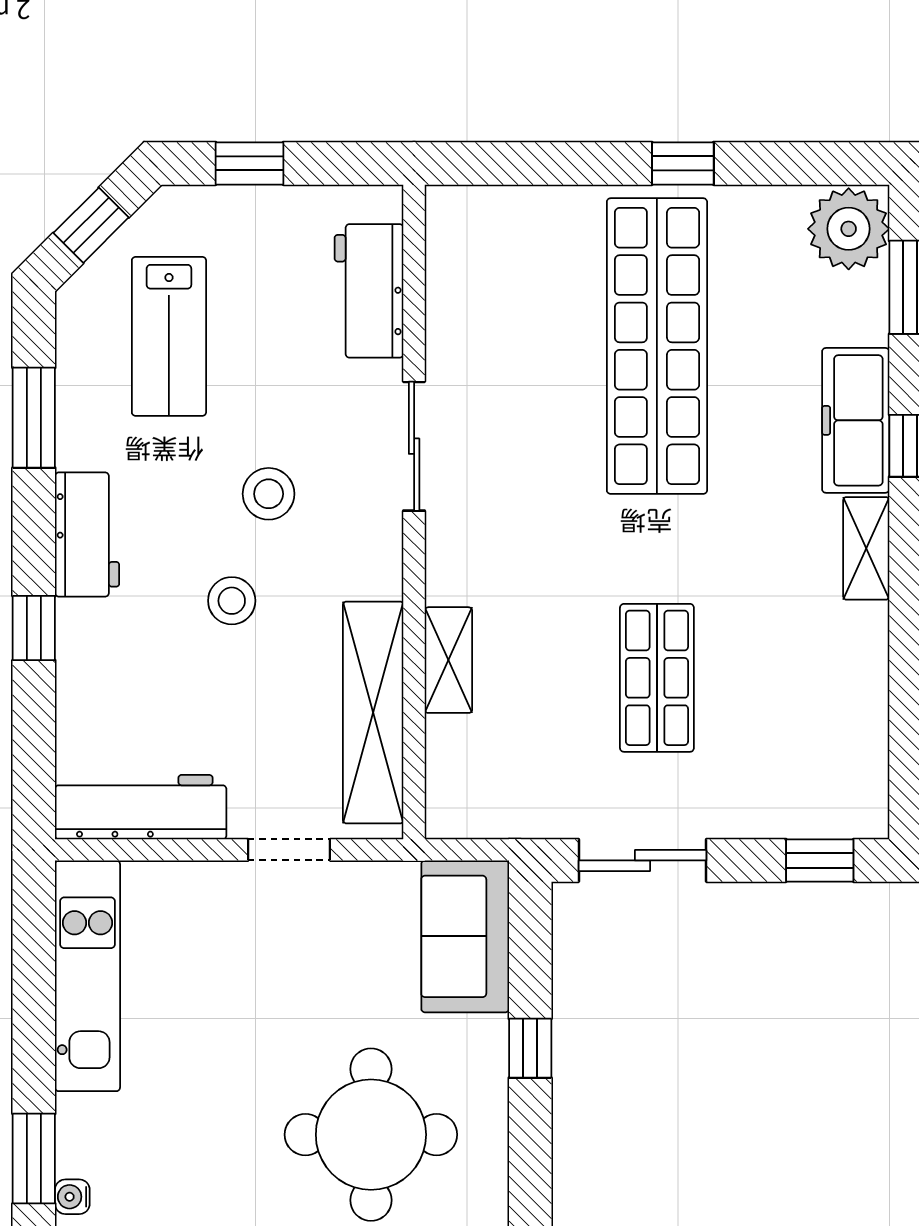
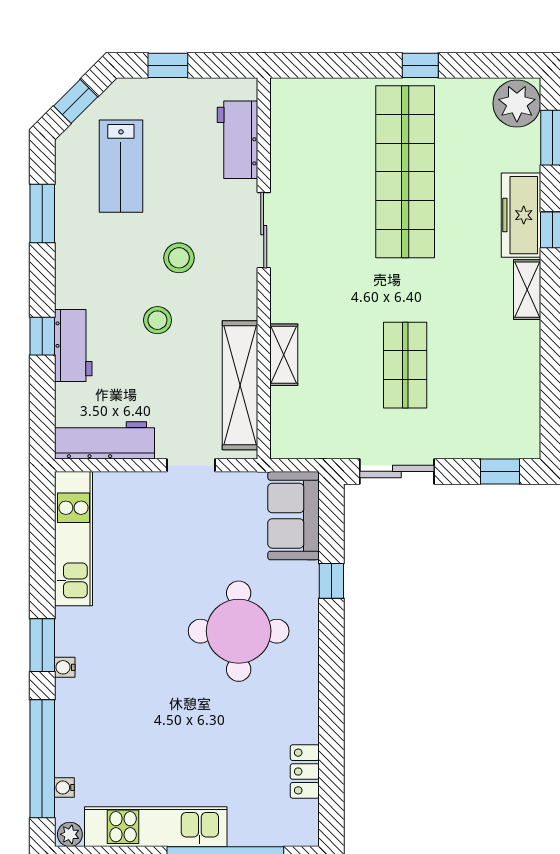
workbench: (87, 535) -> (73, 345), moved

